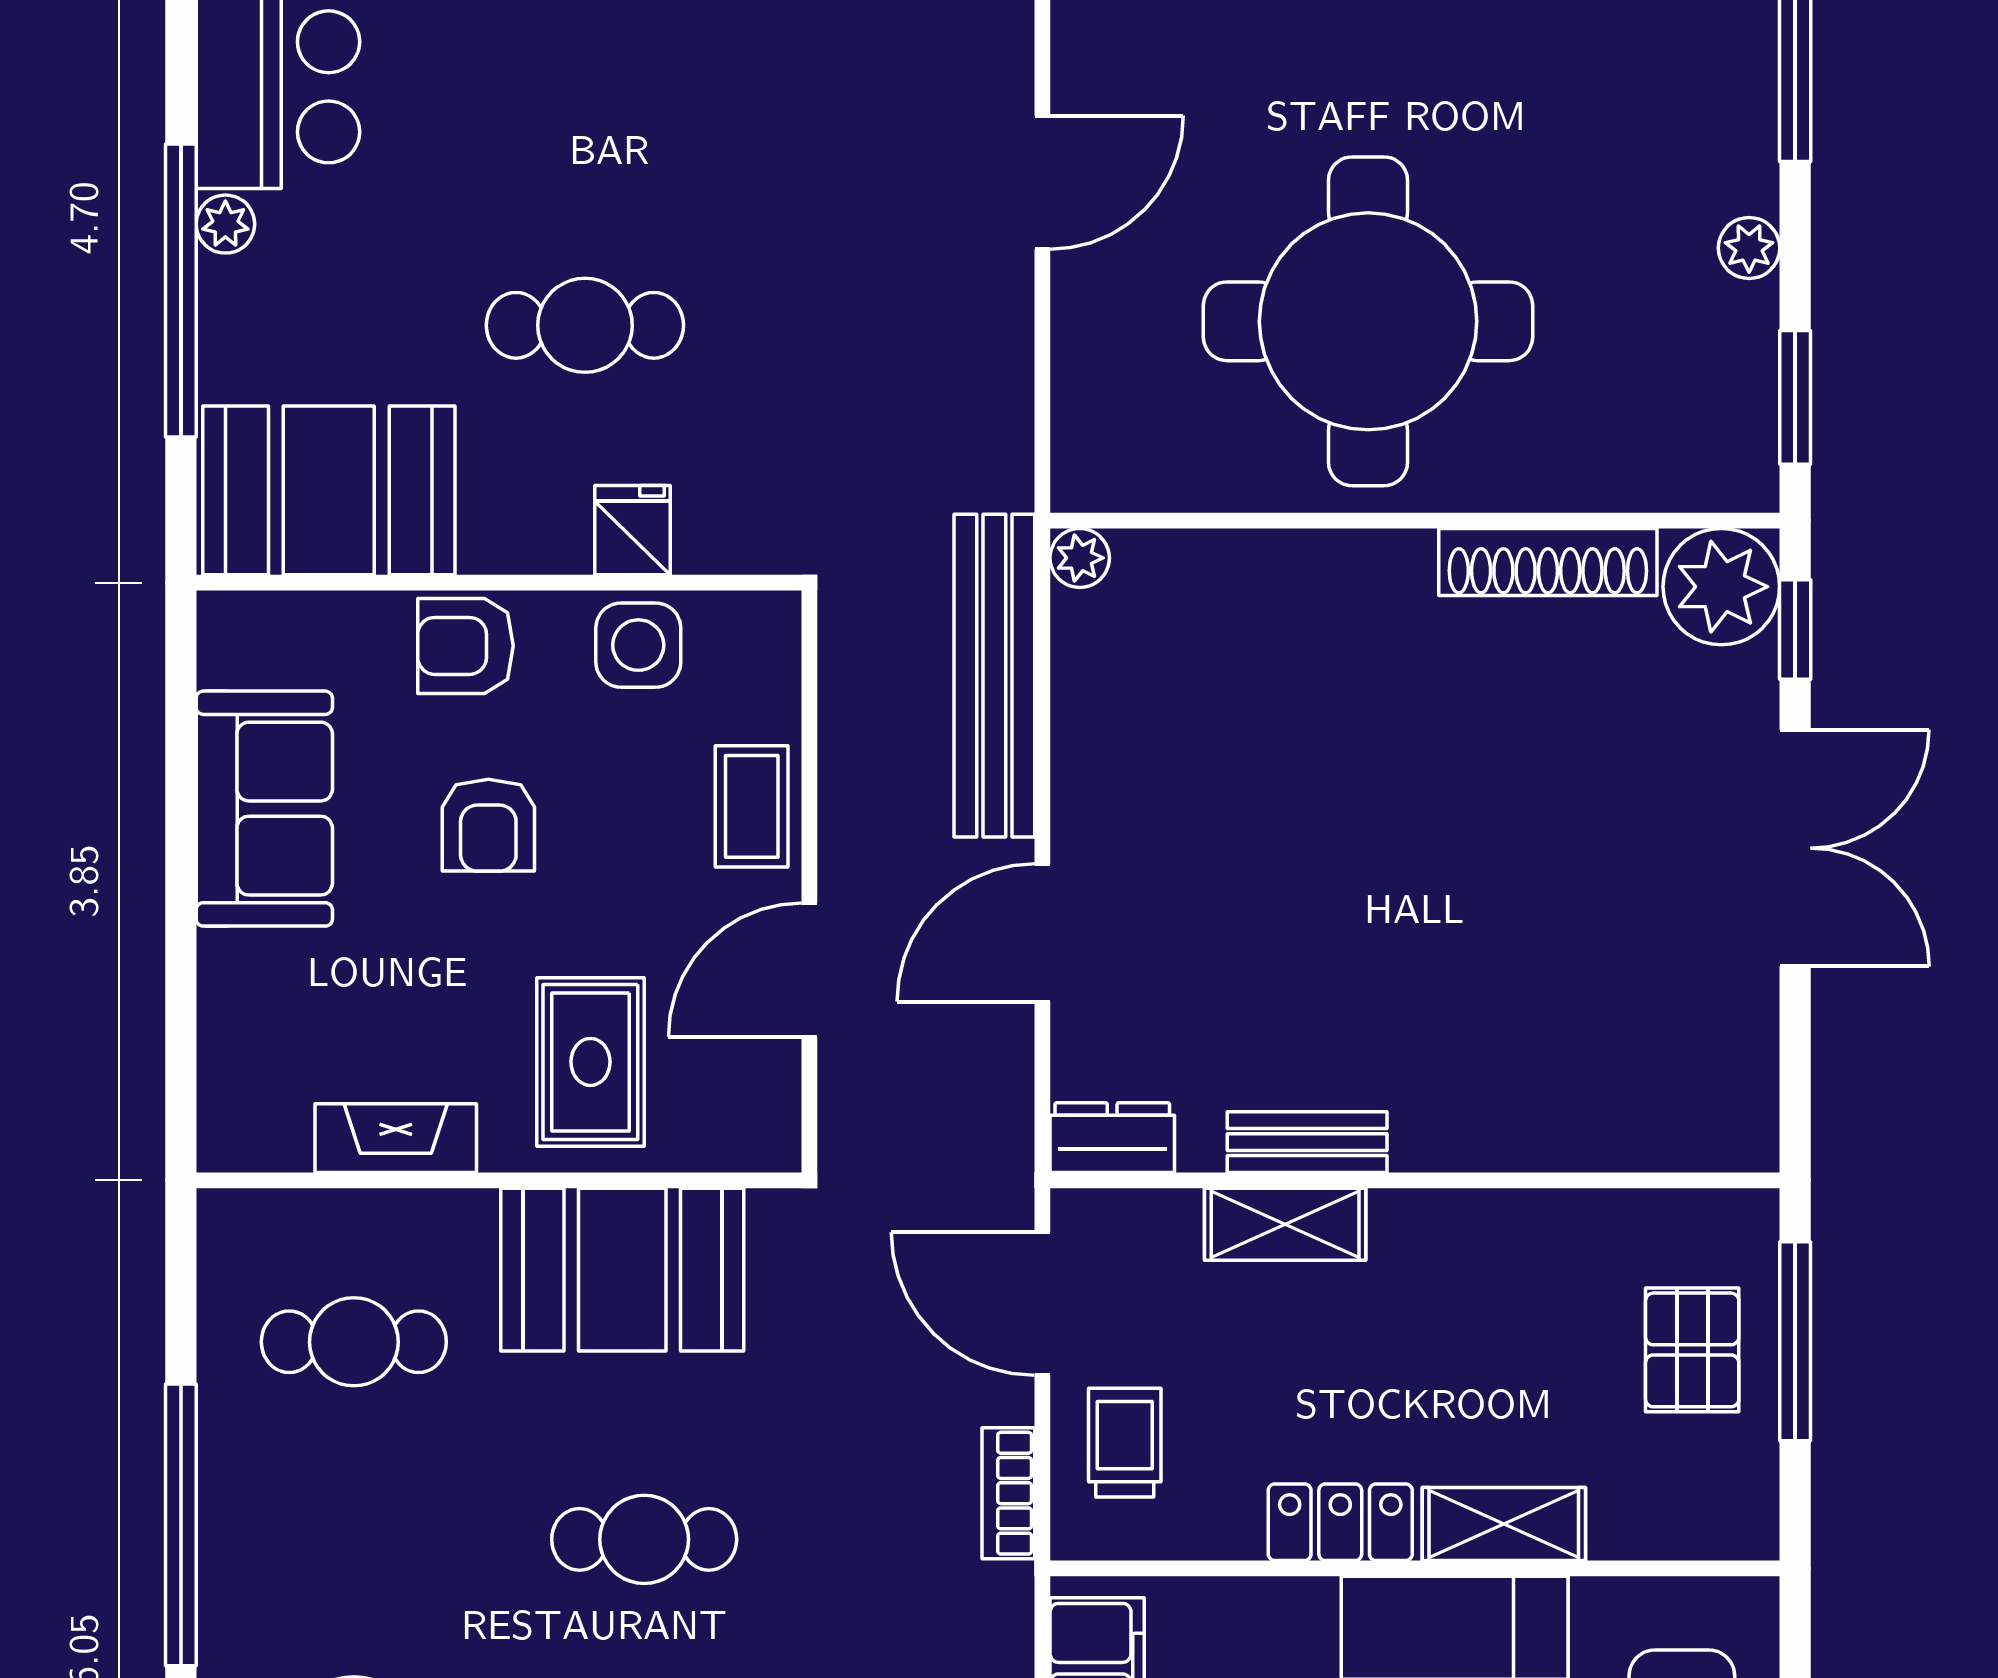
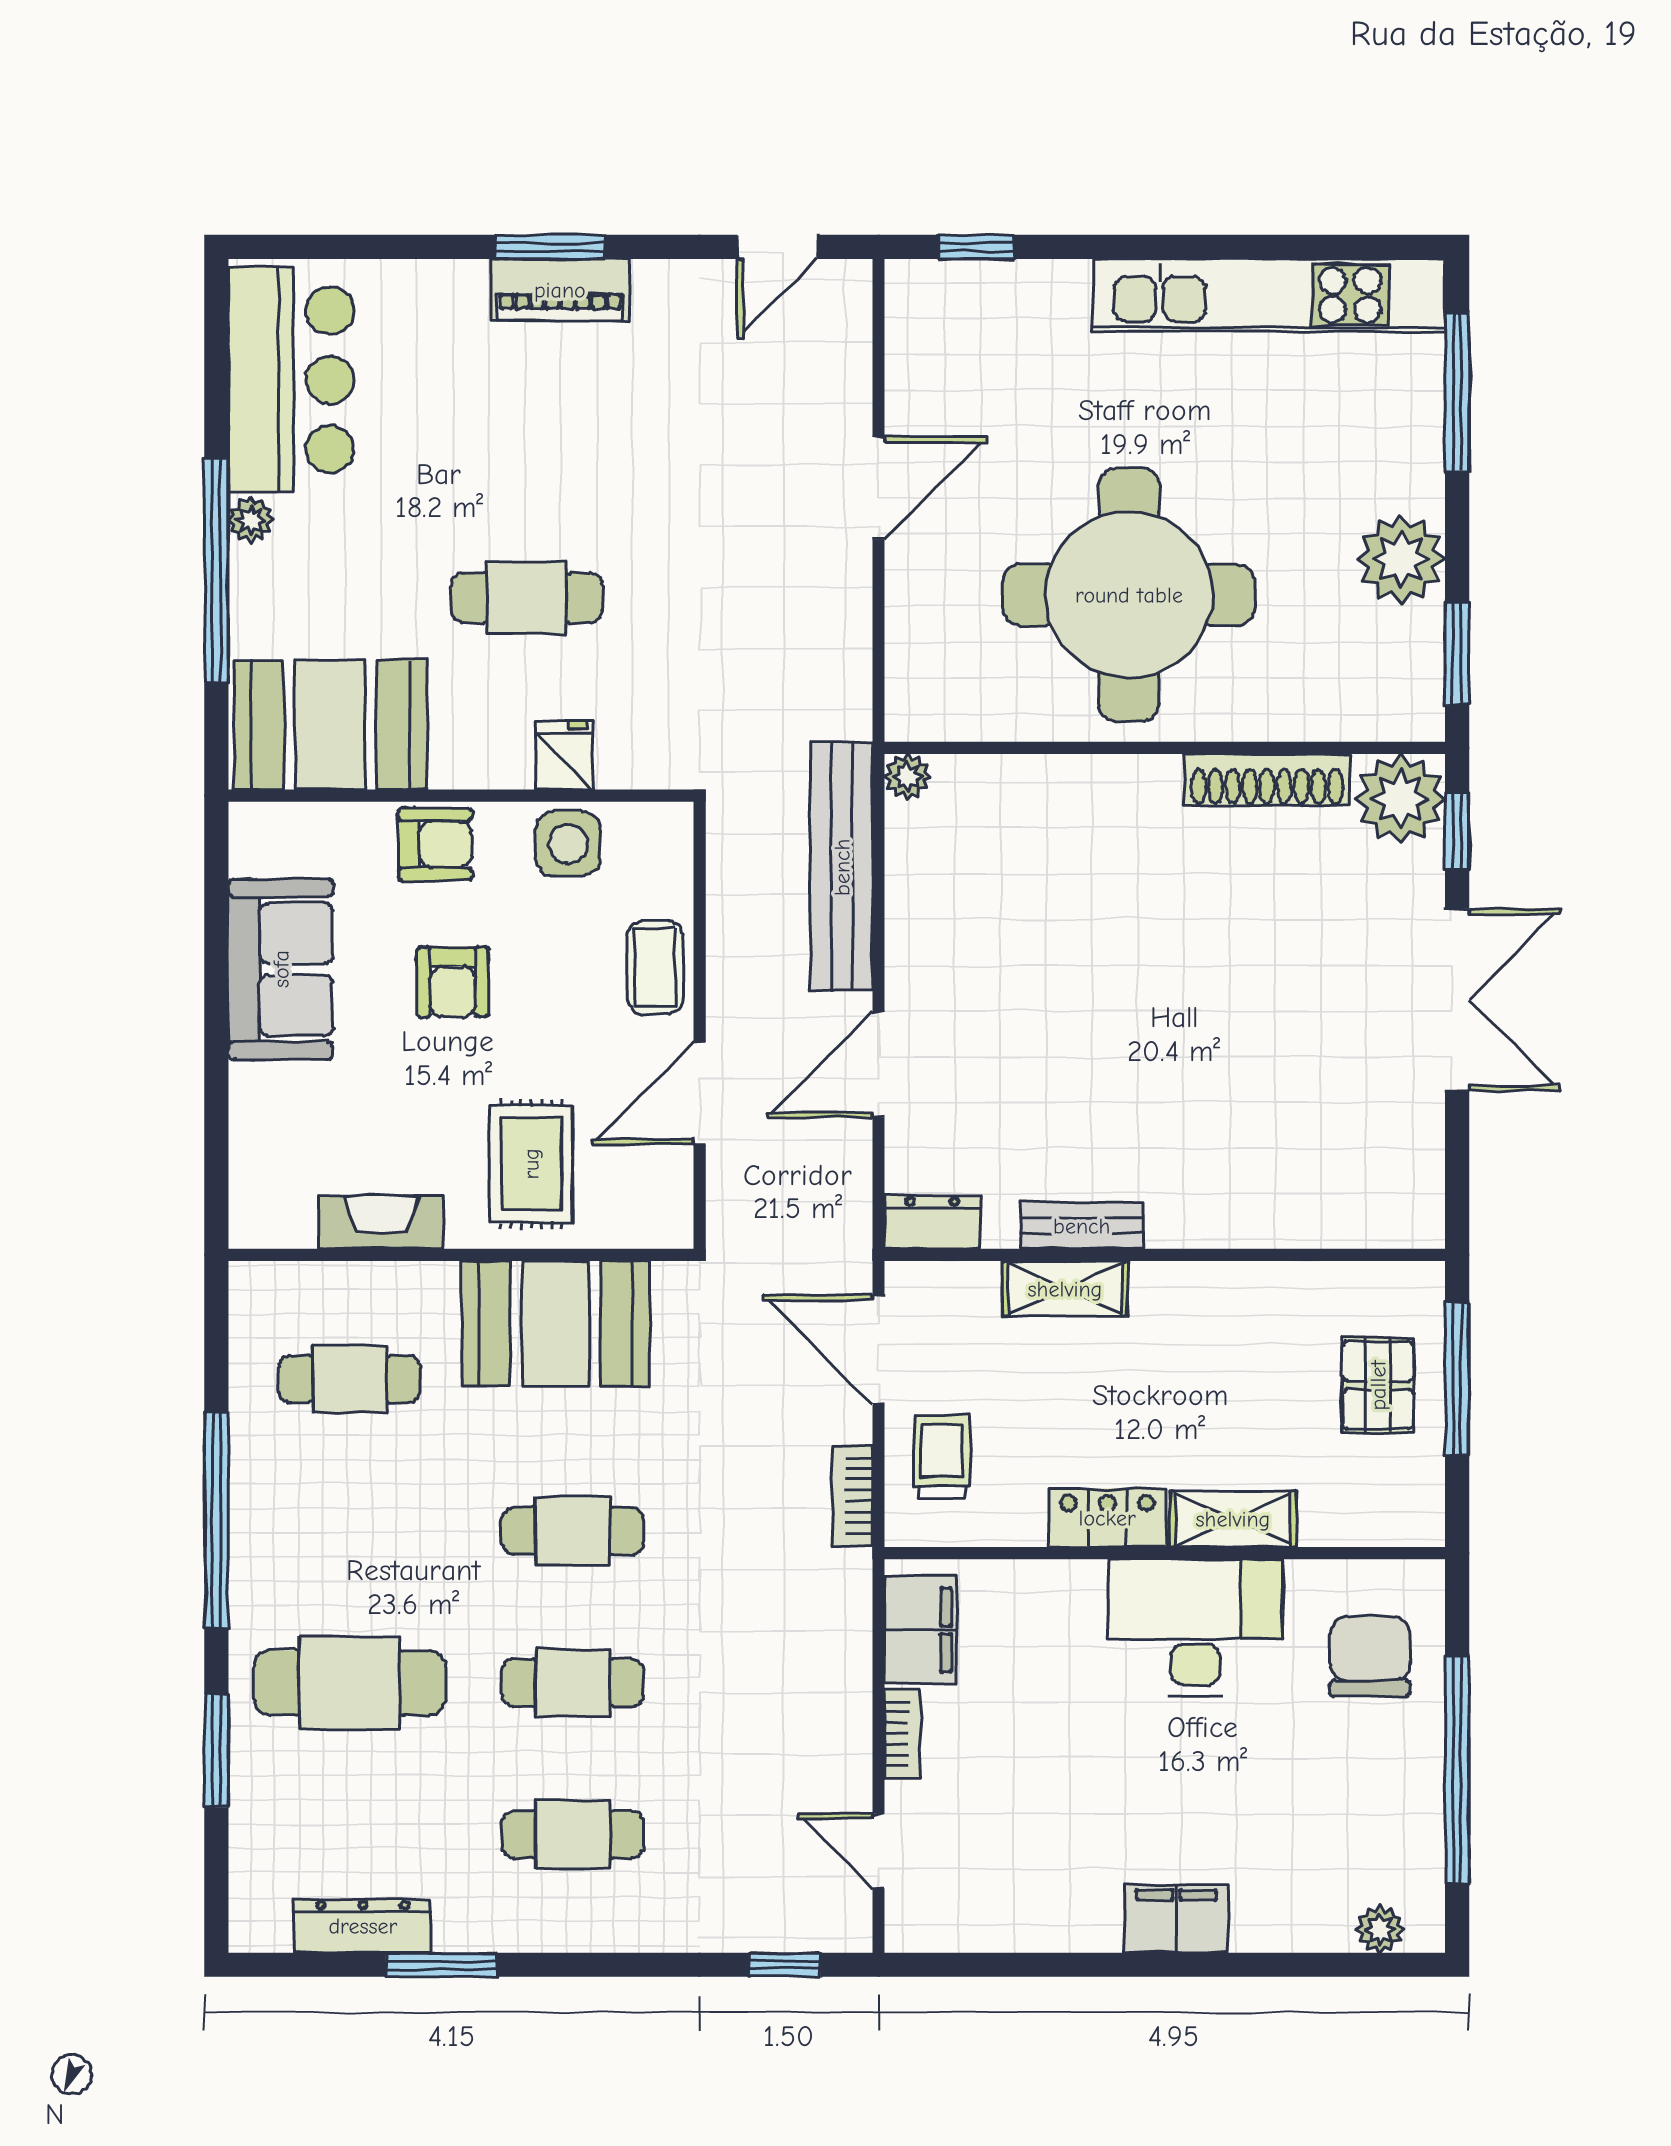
plant: (1749, 248) -> (1401, 559), width x1.88, depth x1.88
armchair: (465, 646) -> (435, 844), turned 180

